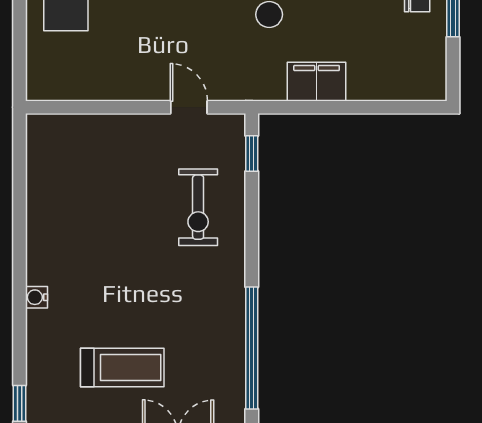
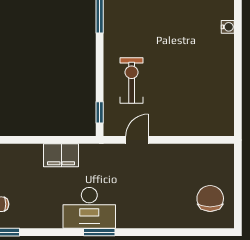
door: (189, 107) -> (137, 140), swing flipped

